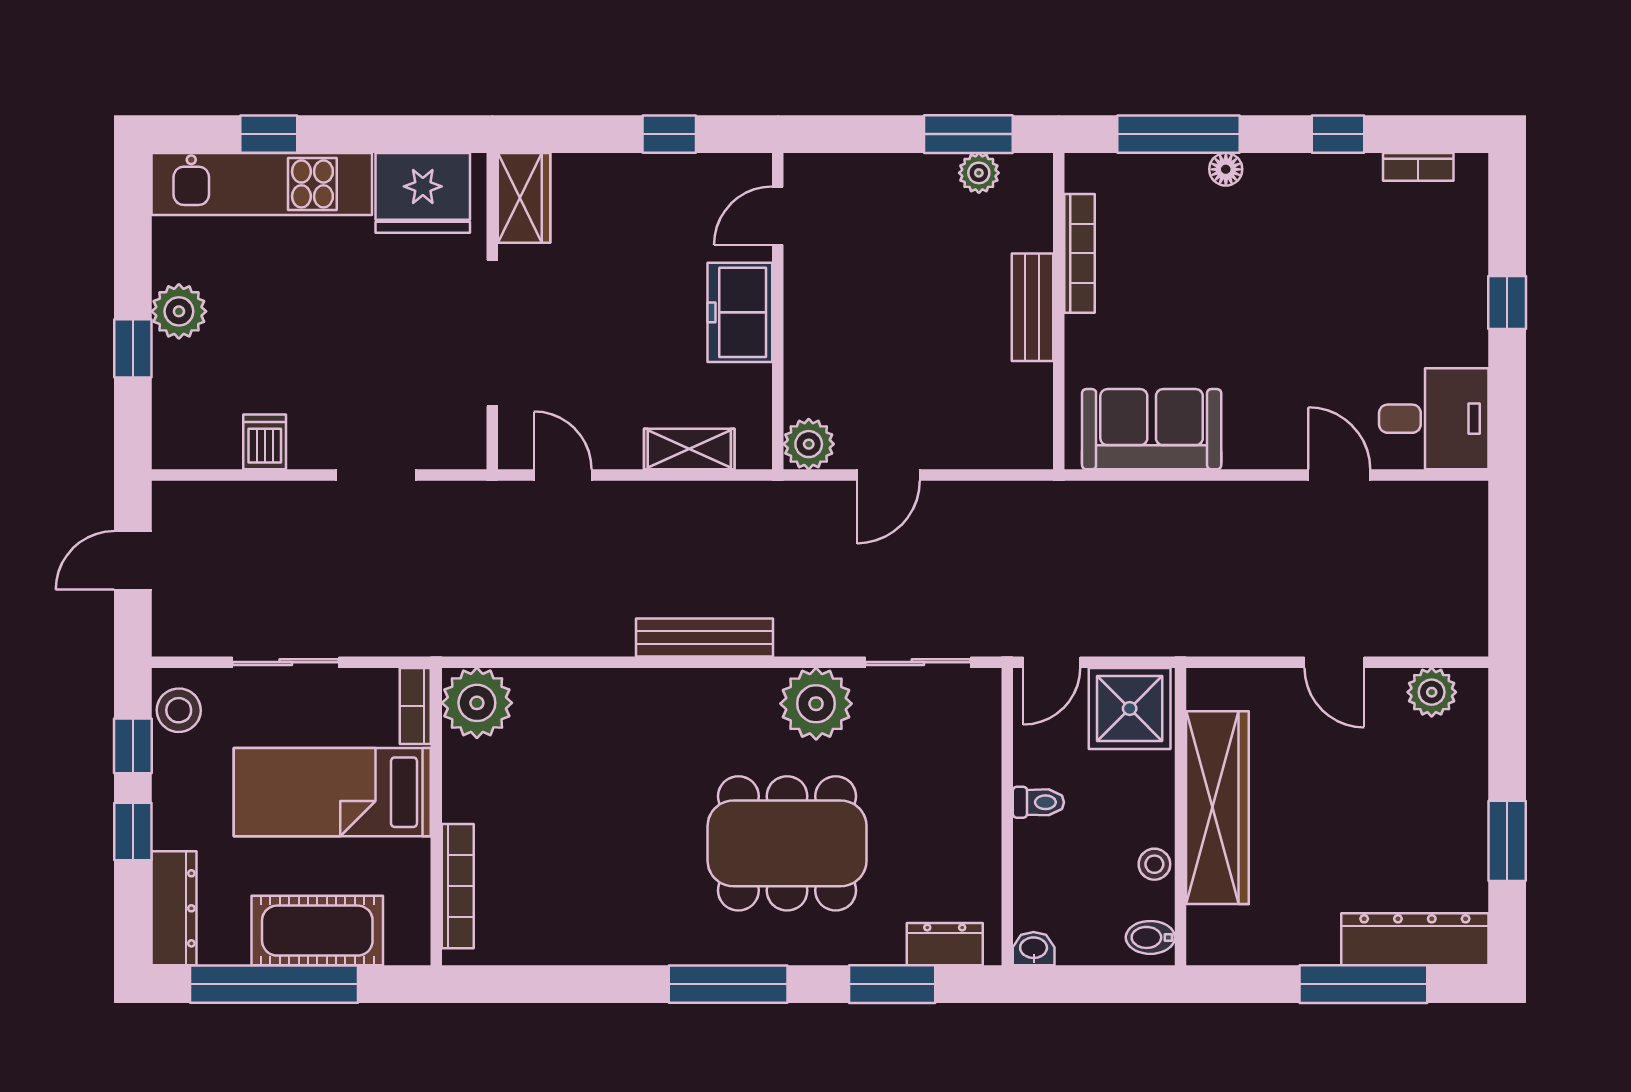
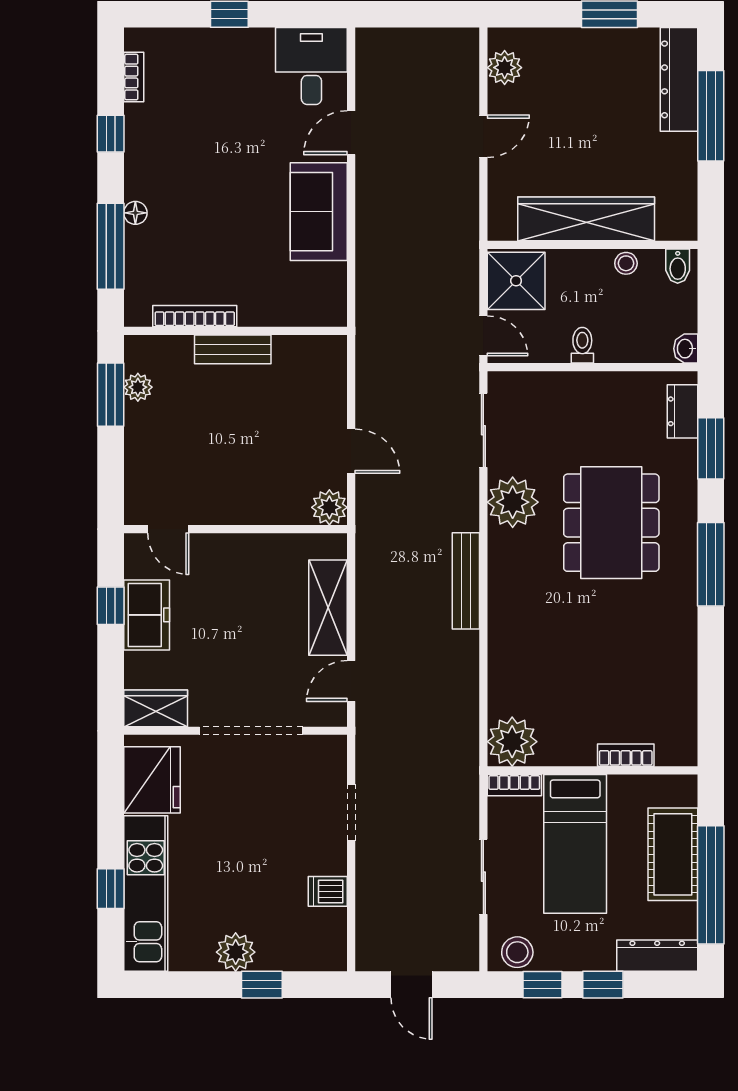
freezer: (740, 312) -> (147, 615), moved, turned -90
sofa: (1152, 429) -> (319, 212), moved
shelving: (689, 449) -> (328, 608), width x1.50, depth x1.33
bookcase: (458, 886) -> (626, 755), width x0.64

